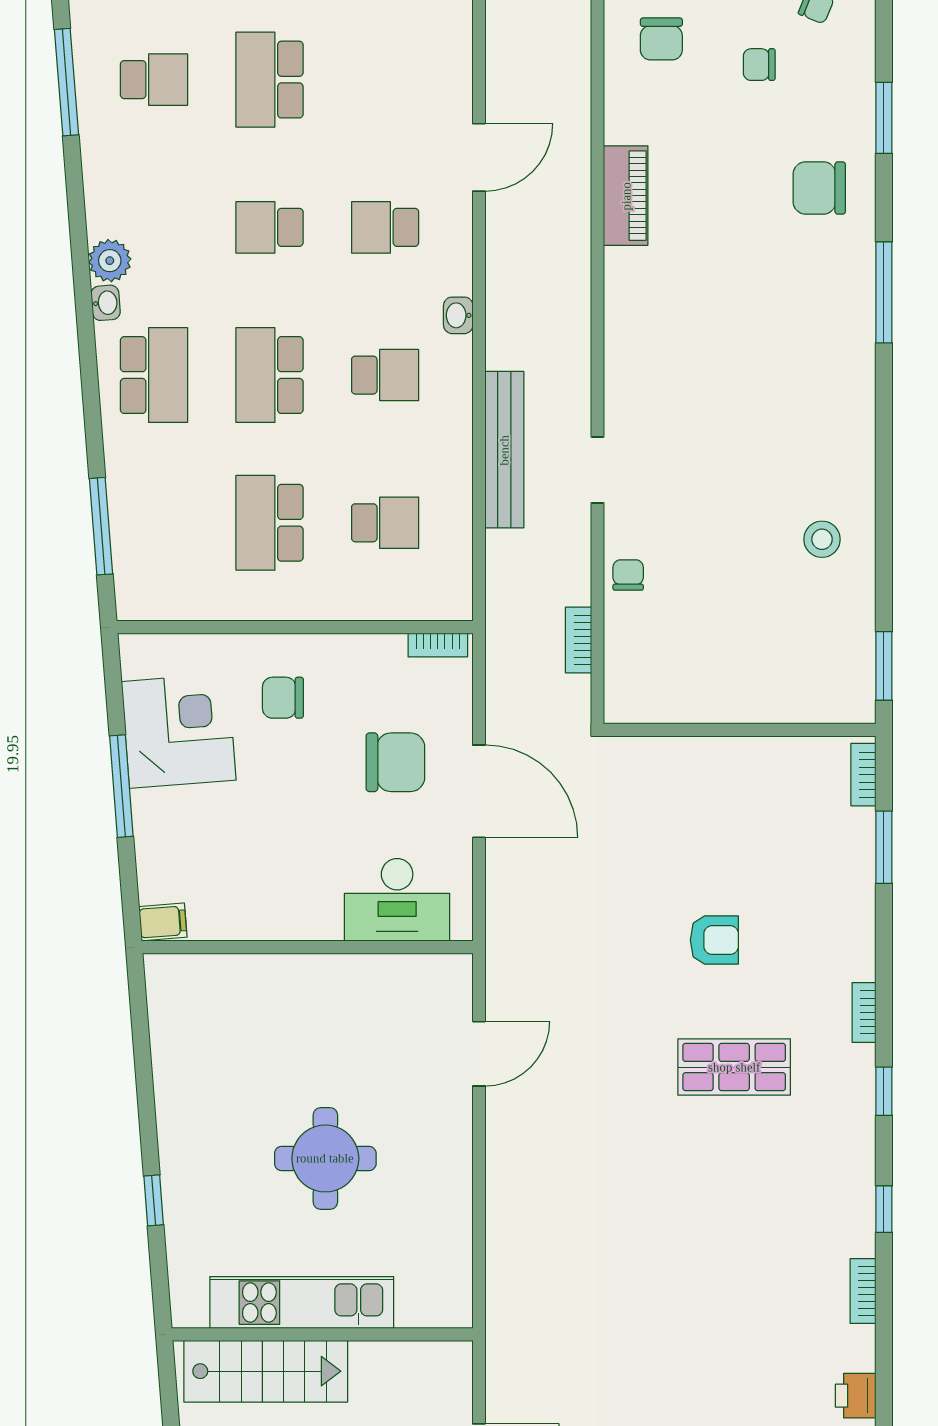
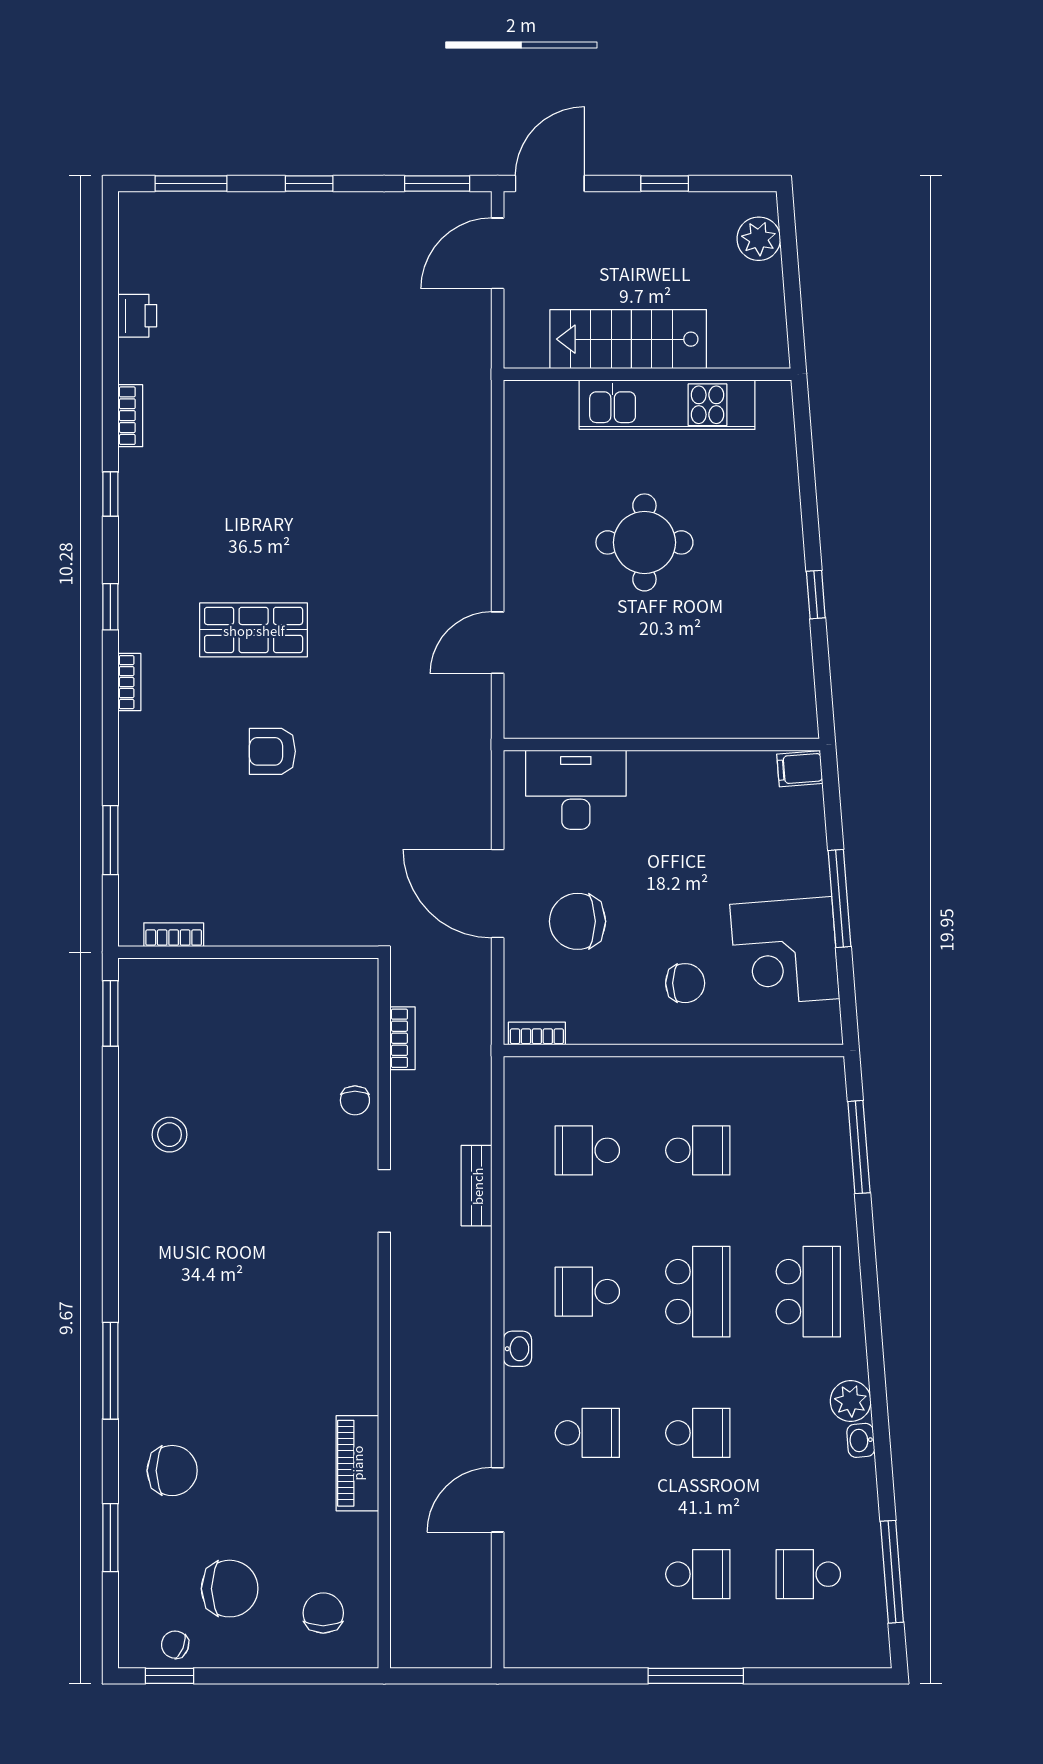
chair: (759, 65) -> (230, 1589), width x1.87, depth x1.87
school desk: (270, 80) -> (698, 1574), width x0.54
washbasin: (106, 303) -> (861, 1440), moved
school desk: (154, 375) -> (808, 1292), turned 180
bench: (504, 450) -> (477, 1186), width x0.54, depth x0.82
school desk: (270, 523) -> (698, 1150), width x0.54
bookcase: (863, 775) -> (174, 935), moved, turned -90
window: (154, 1200) -> (816, 595), moved
stairs: (266, 1371) -> (628, 339), moved

